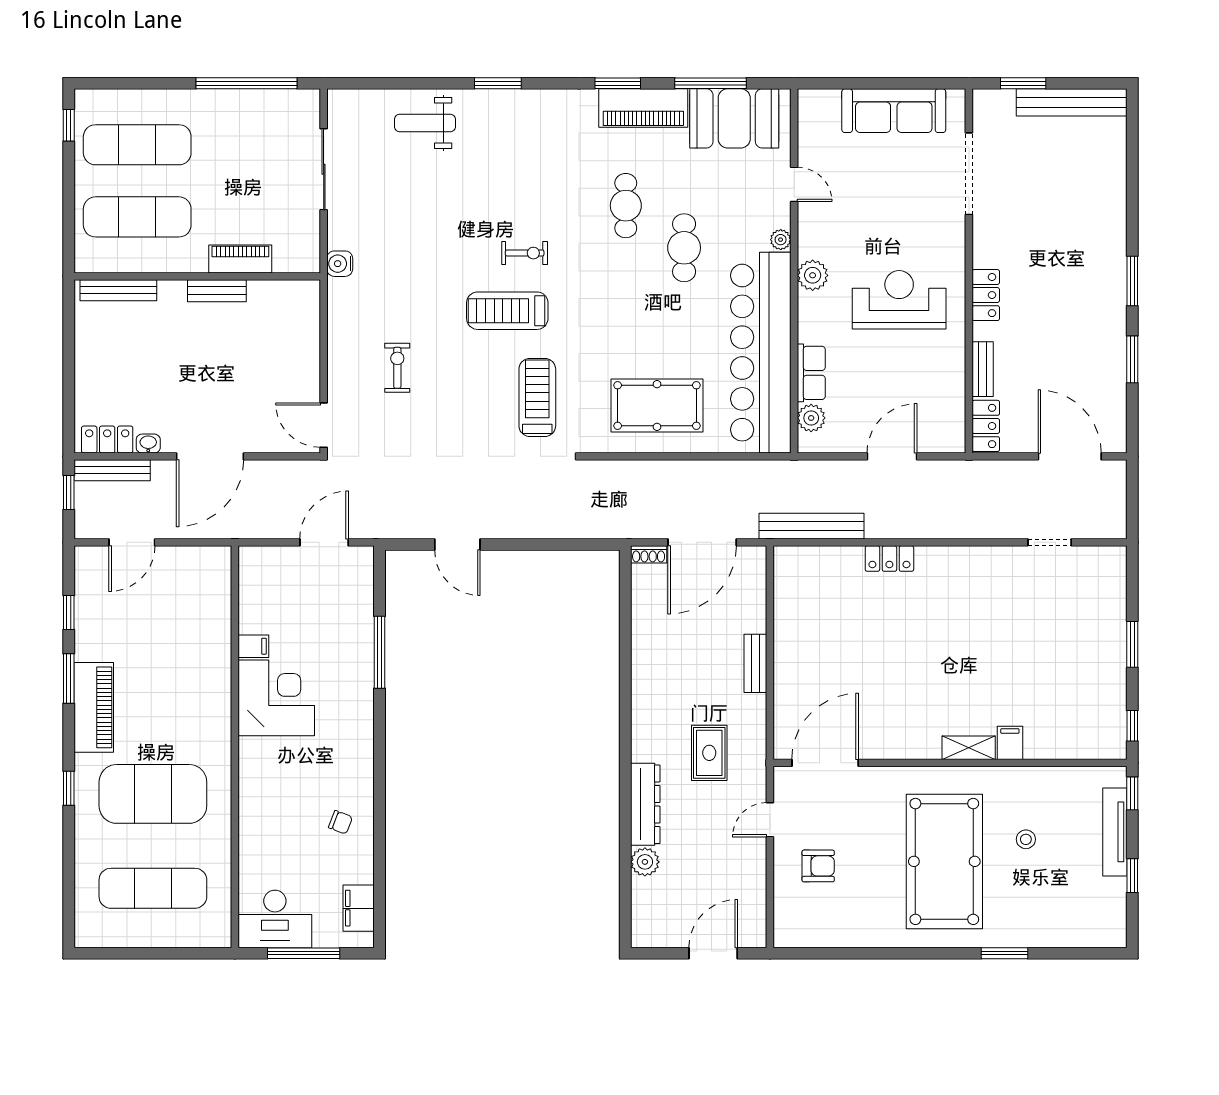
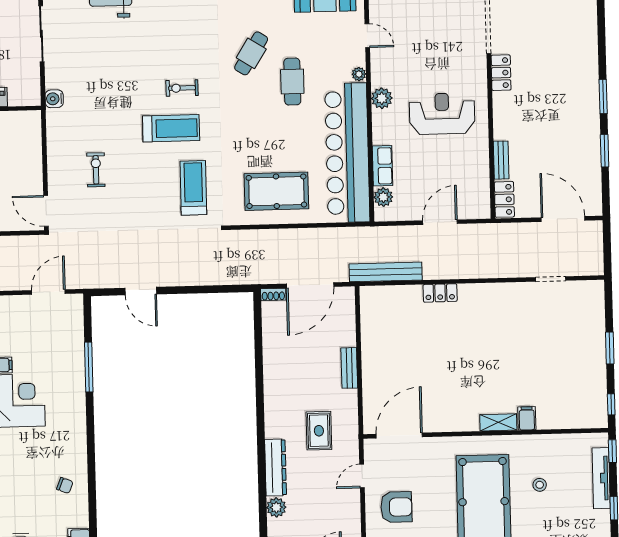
cafe table: (626, 206) -> (251, 53), turned 32
exercise bike: (525, 253) -> (182, 88), turned 180
locker: (986, 295) -> (501, 73), moved
treadmill: (507, 311) -> (171, 128), turned 180
armchair: (818, 866) -> (396, 507), width x1.38, depth x1.38

